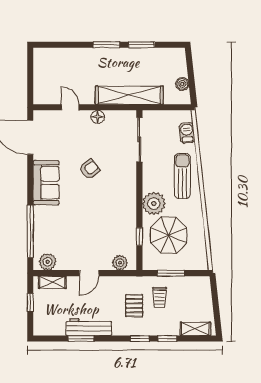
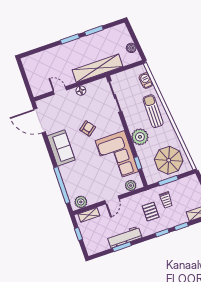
corner sofa: (115, 218) -> (117, 156), added
parasol: (169, 235) -> (169, 160), moved

